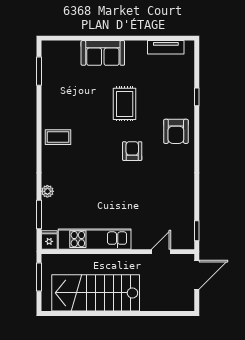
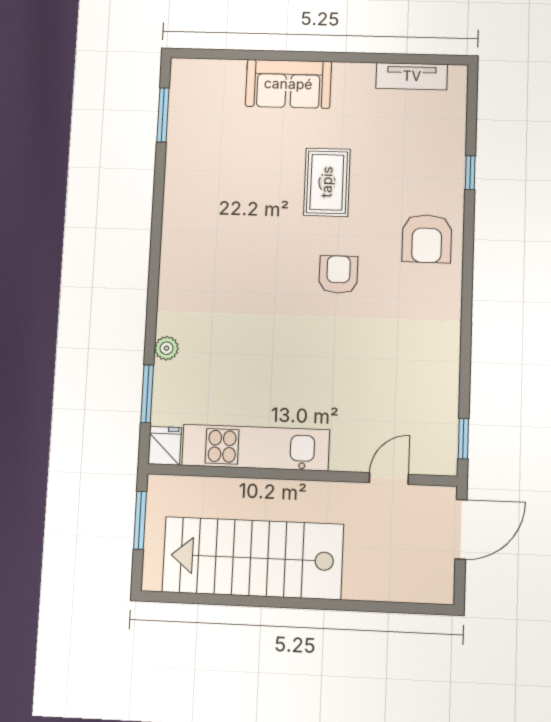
coffee table: (58, 137) -> (193, 243), removed

